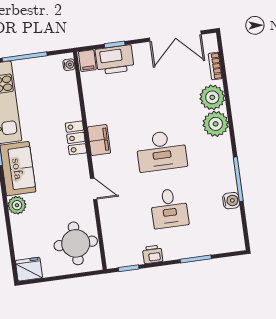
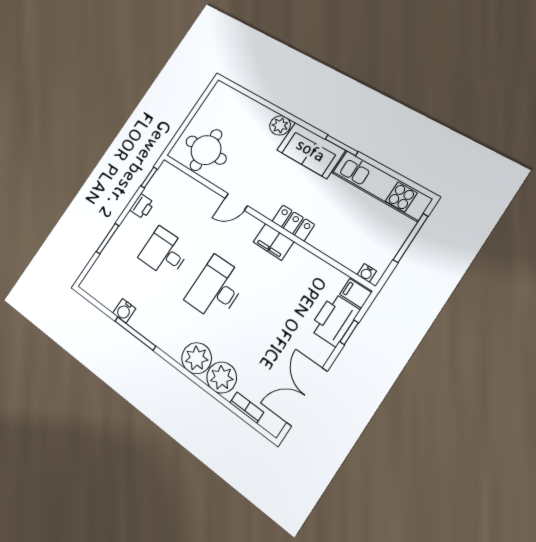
fridge: (29, 269) -> (220, 95), removed

